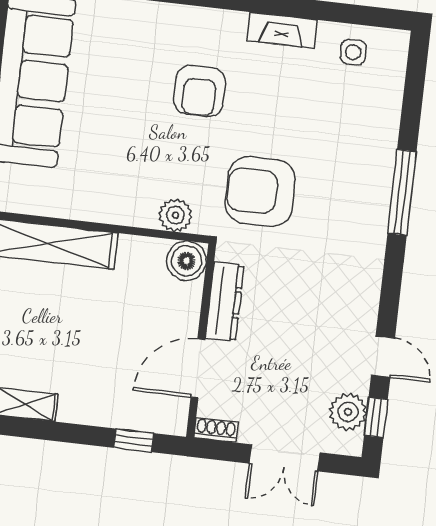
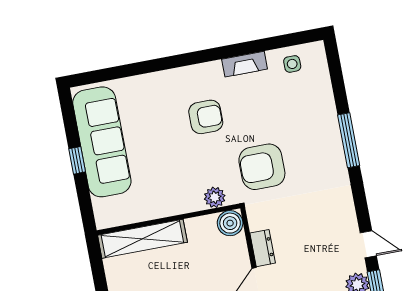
armchair: (200, 91) -> (206, 117), turned -90
dresser: (225, 302) -> (263, 248), width x0.70

